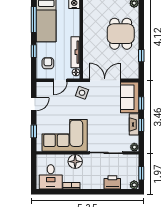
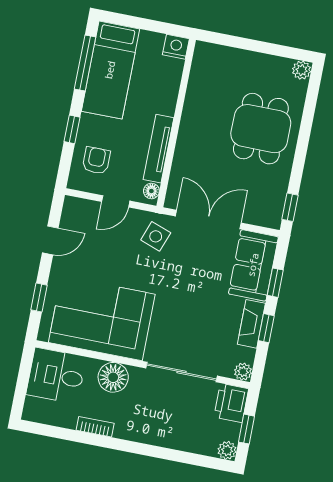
window: (141, 56) -> (290, 207), moved
desk: (51, 177) -> (56, 376), moved, turned 90
printer: (112, 182) -> (231, 403), moved, turned -90

